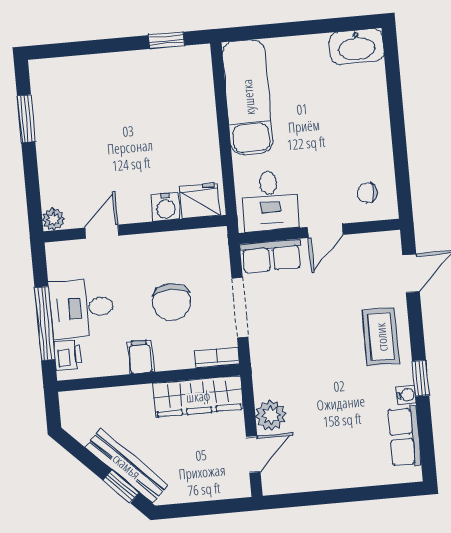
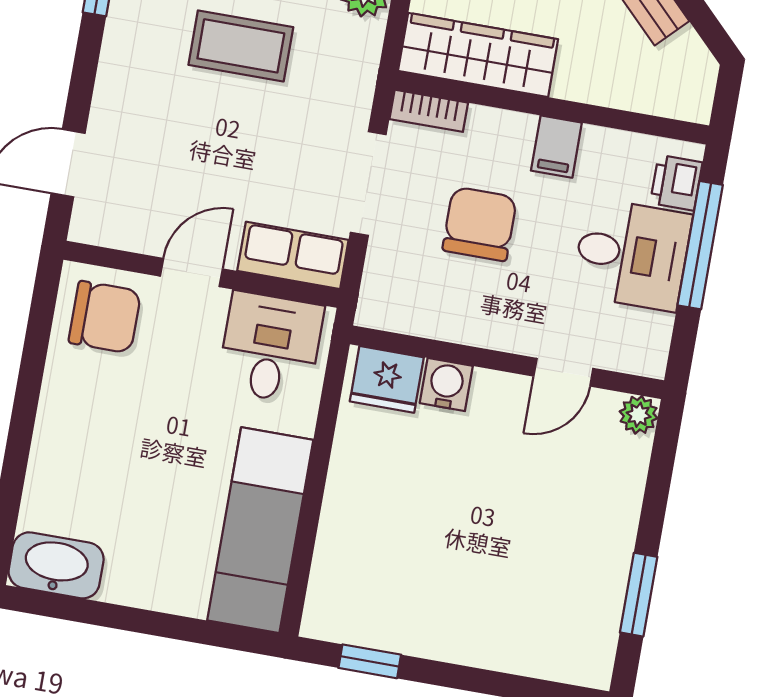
chair: (367, 193) -> (105, 317), width x1.87, depth x1.87
coffee table: (381, 337) -> (241, 46), moved, turned 90

